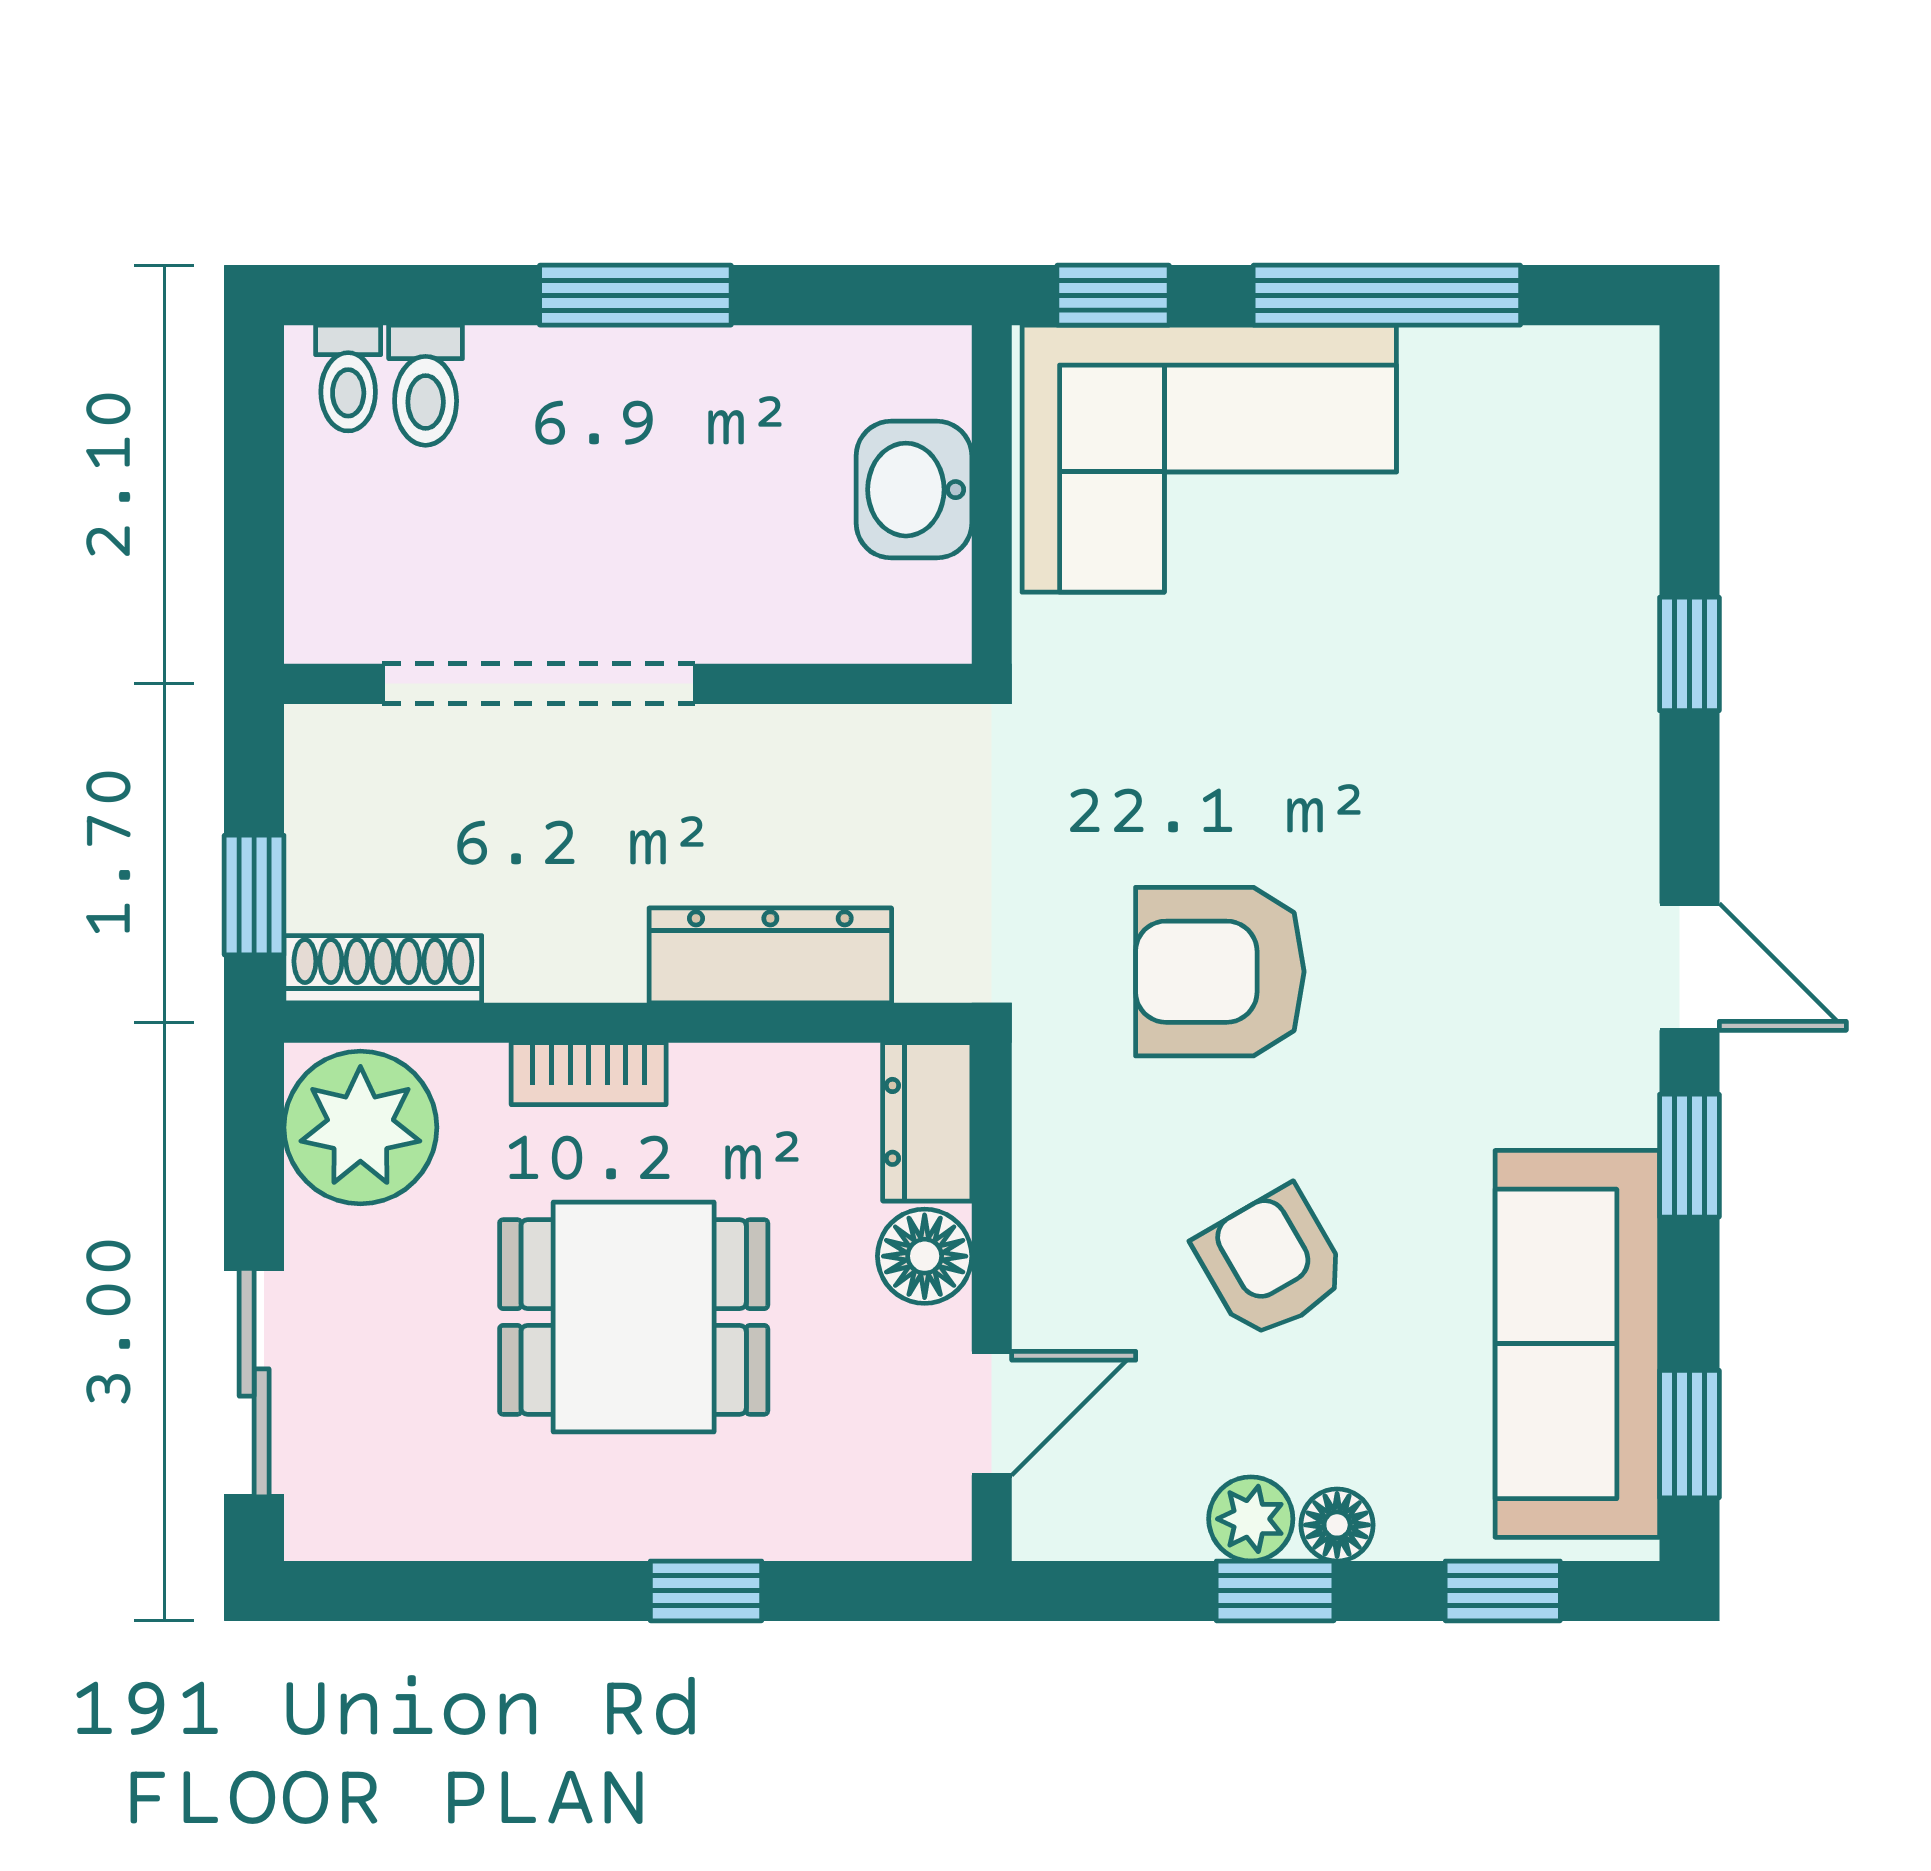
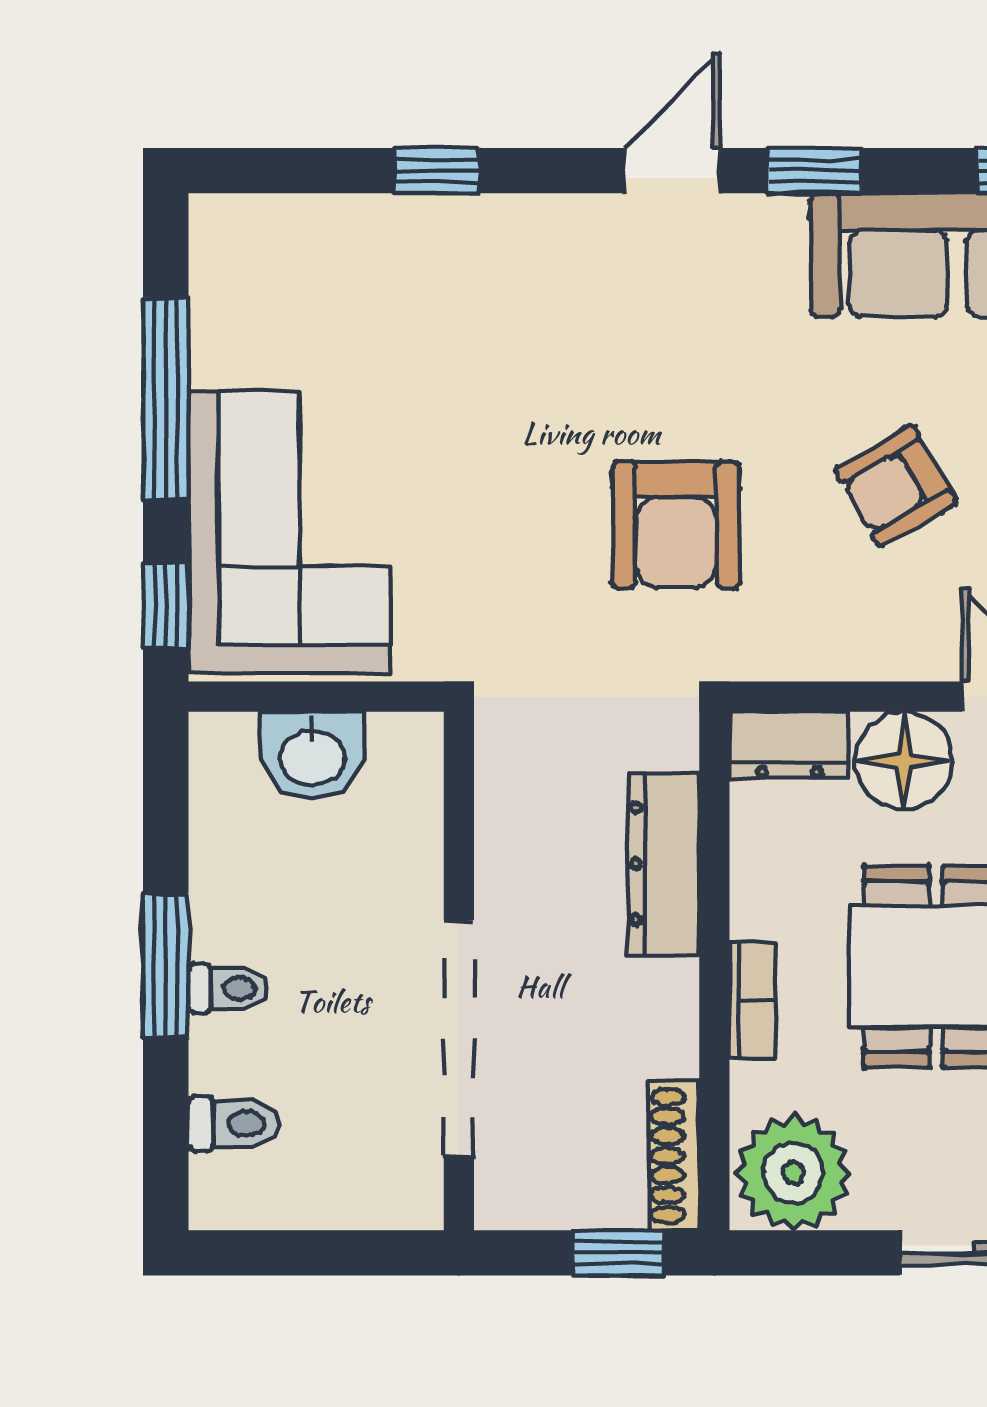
toilet: (348, 378) -> (228, 988), moved
floor lamp: (925, 1256) -> (904, 761), width x1.38, depth x1.38

